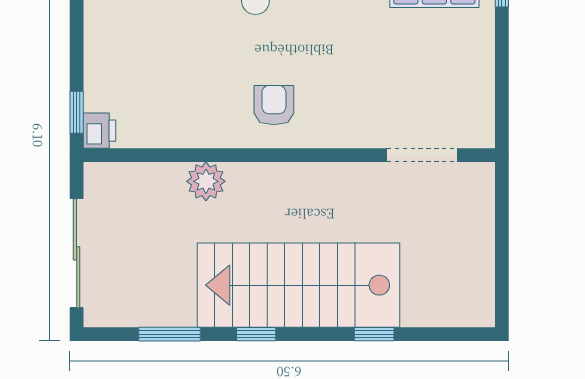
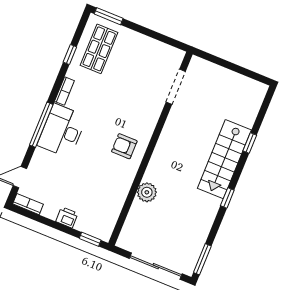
printer: (100, 131) -> (67, 217), moved
stairs: (298, 285) -> (224, 159), width x0.73, depth x0.66
window: (169, 334) -> (202, 259), moved

